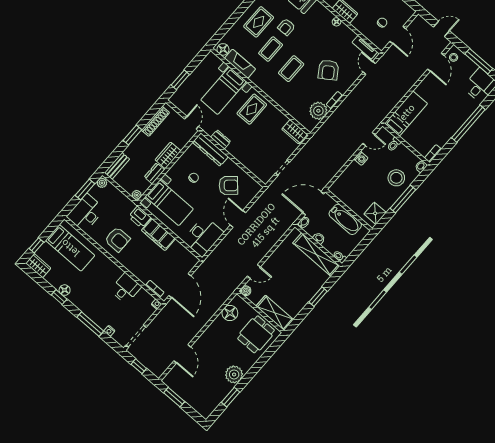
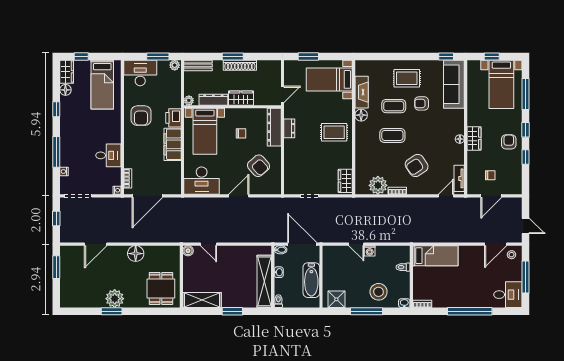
floor lamp: (223, 49) -> (361, 115), moved
bed with nightstands: (224, 91) -> (329, 79), moved
shoe rack: (155, 121) -> (240, 65), moved
door: (369, 139) -> (356, 244), moved
dresser: (154, 173) -> (213, 100), width x1.44
floor lamp: (65, 290) -> (65, 90), moved
floor lamp: (230, 313) -> (136, 254), moved
shelving: (275, 313) -> (202, 300), moved, turned 90
dining table: (256, 334) -> (161, 288), turned 90
window: (231, 397) -> (112, 311), moved

